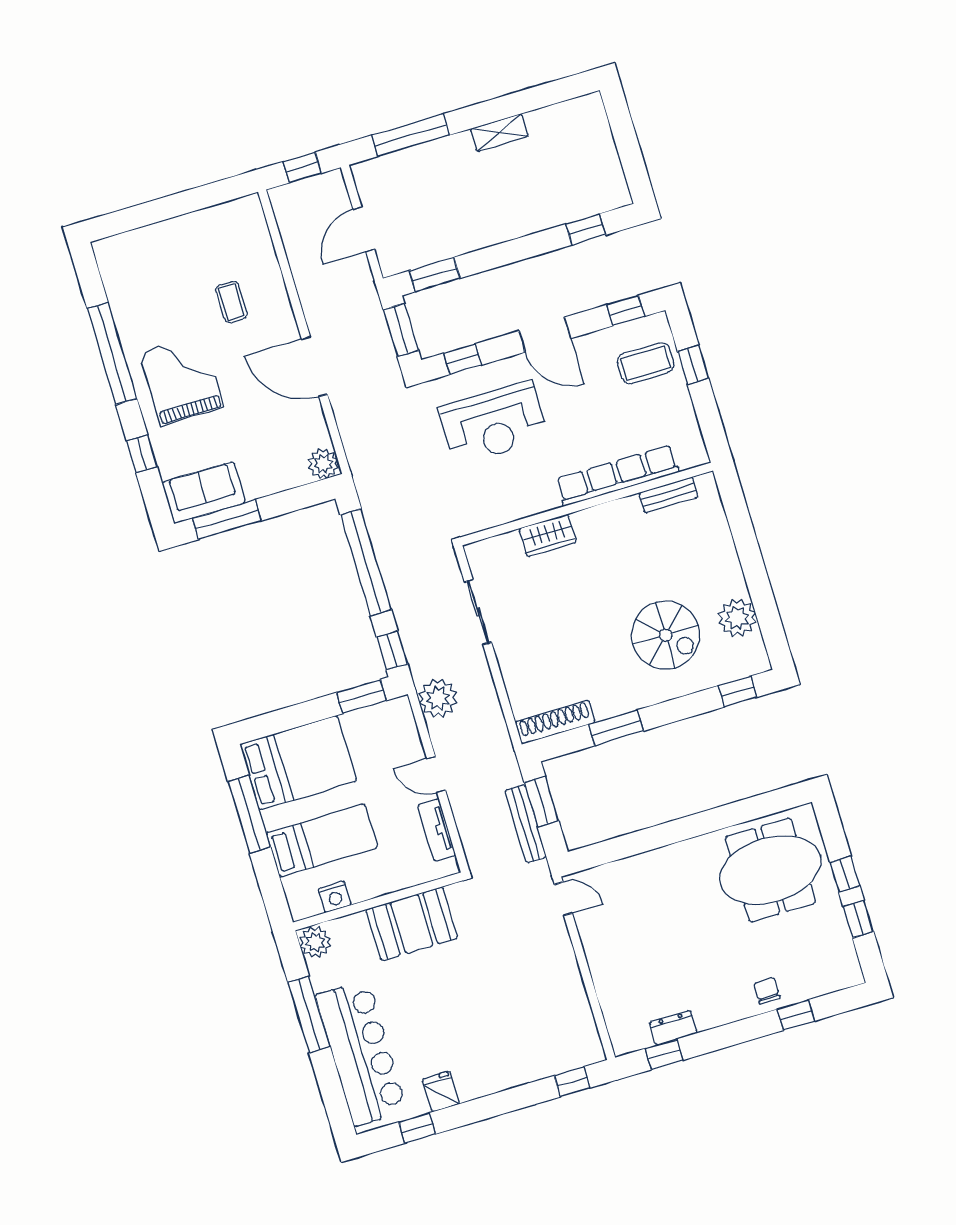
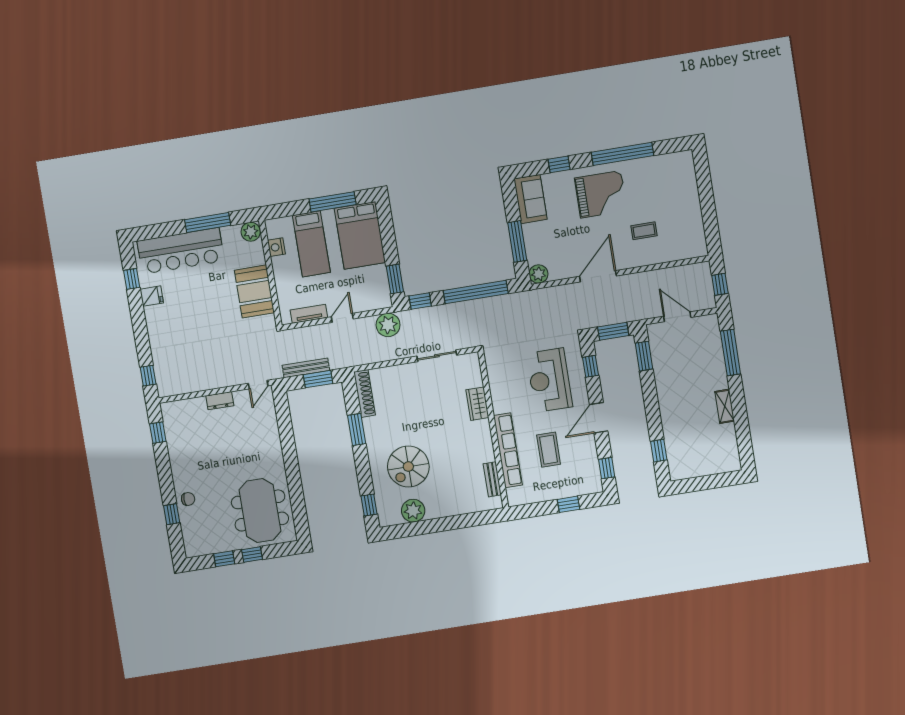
coffee table: (646, 363) -> (549, 450), moved
window: (227, 520) -> (517, 241), moved
dresser: (673, 1028) -> (220, 401), moved, turned 90

